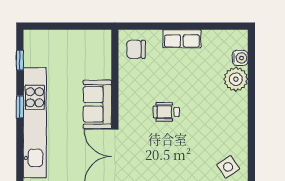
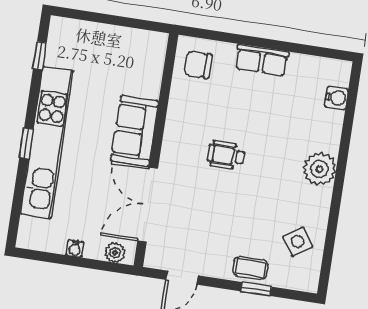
plant: (236, 79) -> (319, 169), moved
window: (20, 107) -> (26, 143), moved

